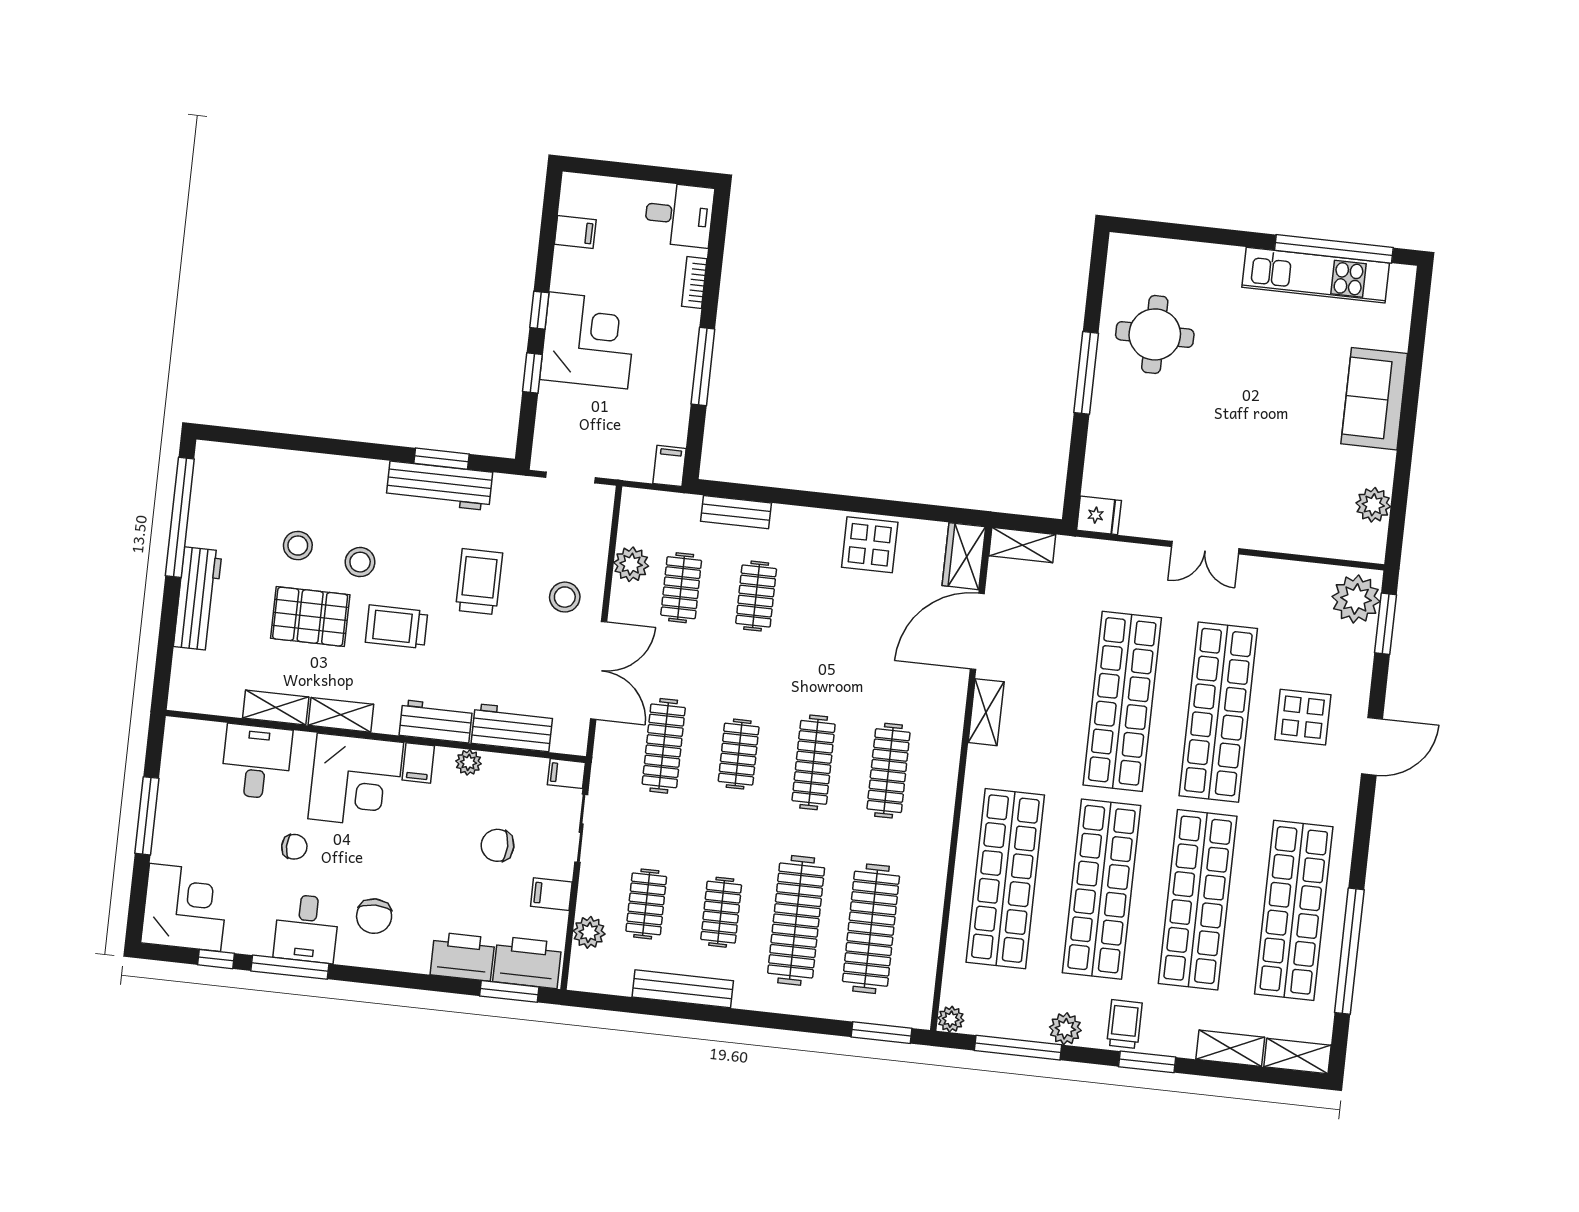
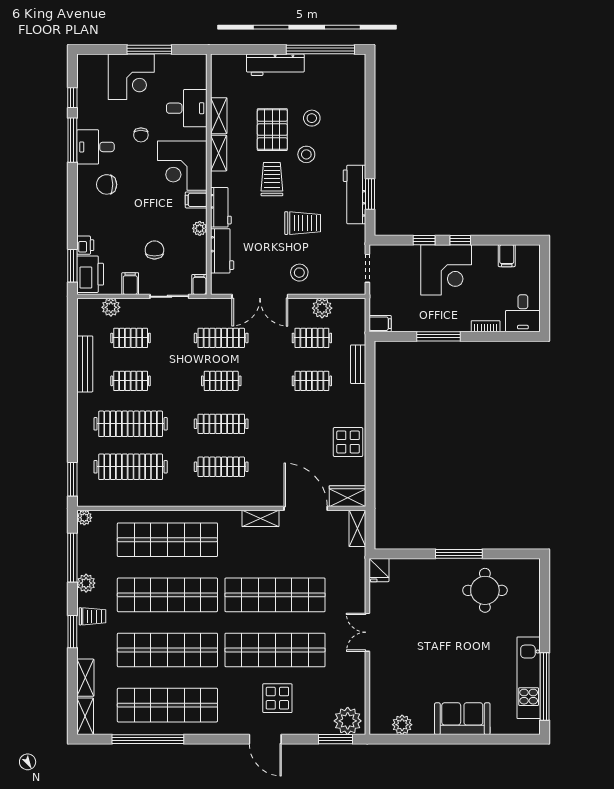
corner desk: (185, 907) -> (131, 77), moved
printer: (463, 957) -> (85, 245), width x0.53, depth x0.68

